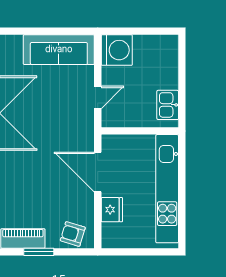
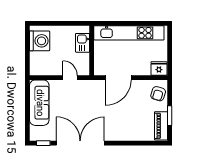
washing machine: (117, 50) -> (40, 41), moved, turned 90
kitchen sink: (168, 105) -> (83, 43), moved, turned 90
fridge: (112, 210) -> (159, 68), moved

